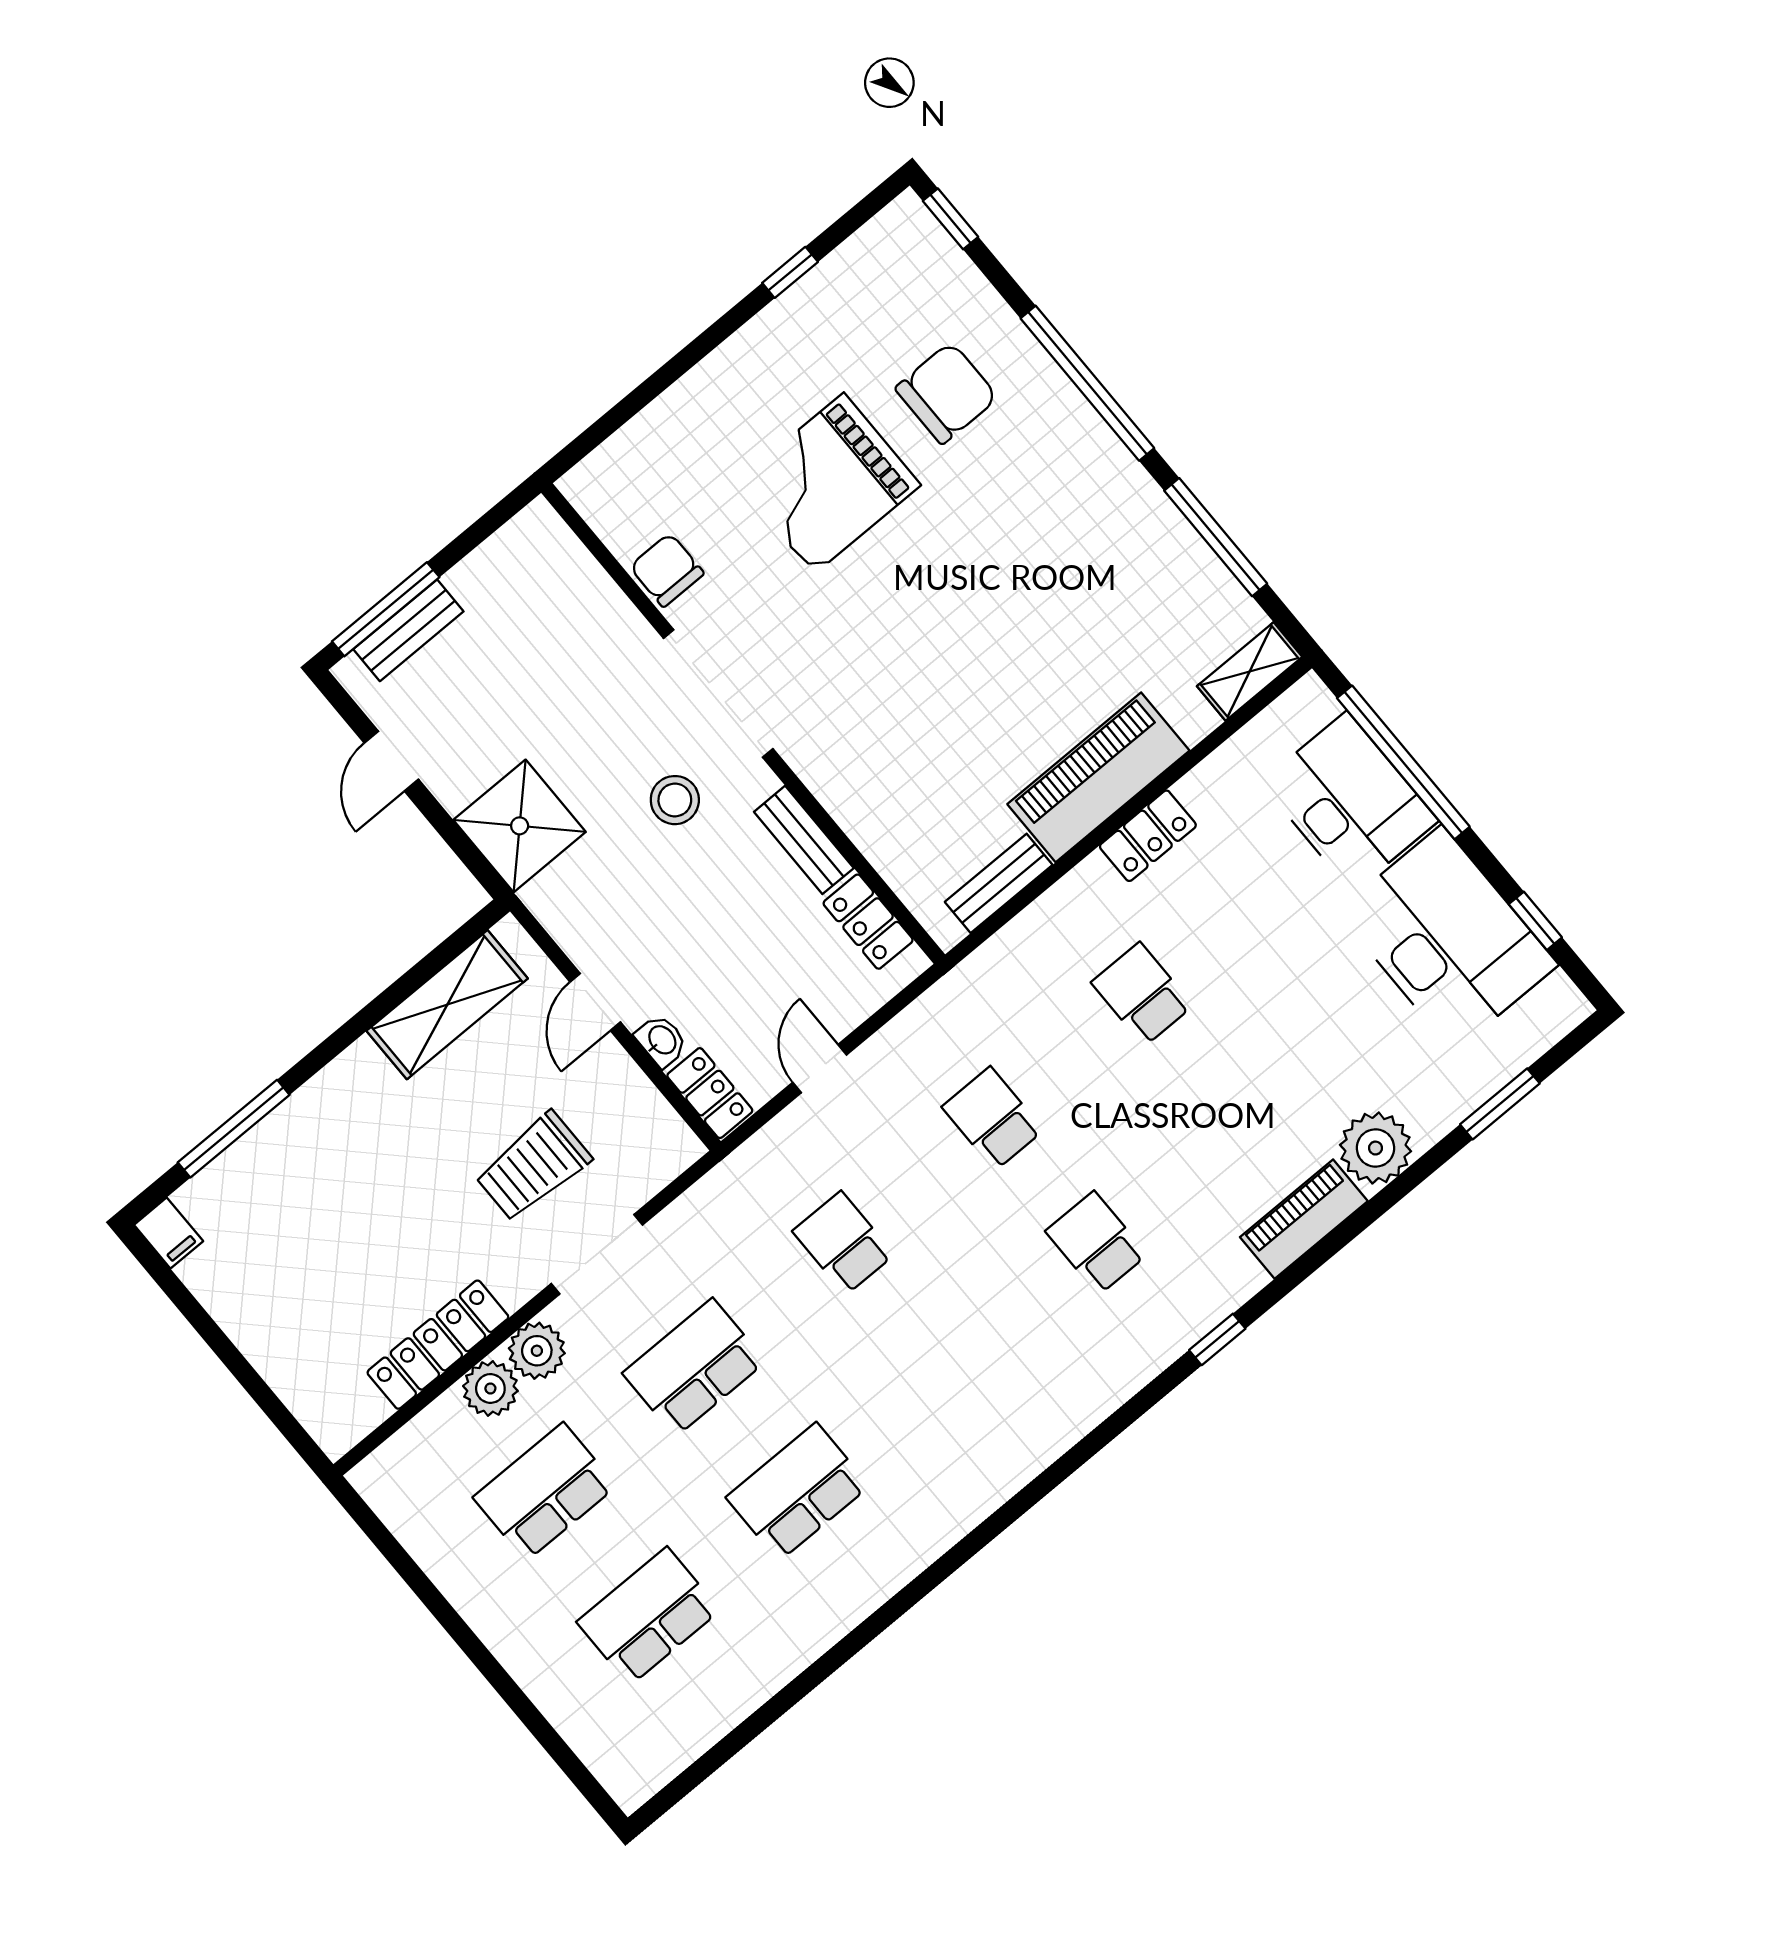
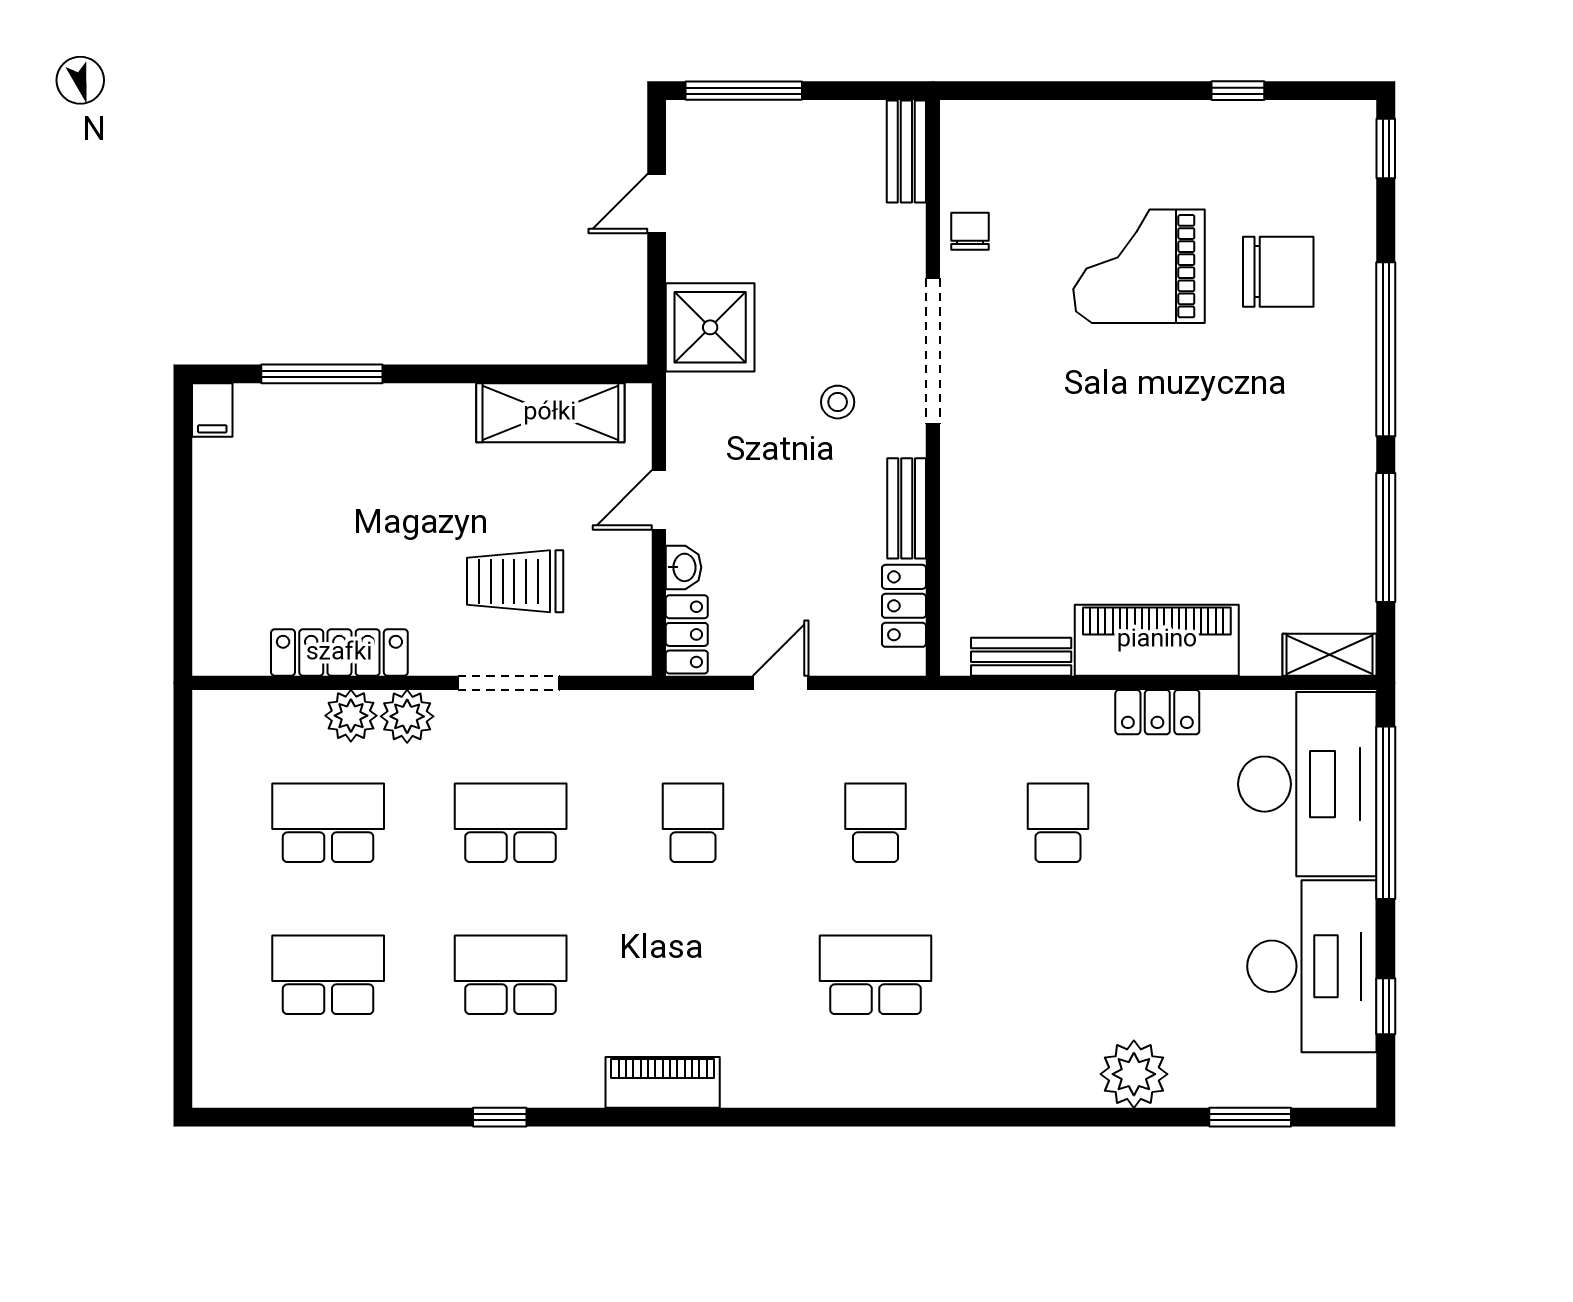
chair: (667, 570) -> (970, 231), width x0.73, depth x0.73
bench: (408, 630) -> (906, 151), moved, turned 90
stool: (675, 800) -> (838, 402), width x0.73, depth x0.73
desk: (1350, 802) -> (1307, 784), width x1.36, depth x1.30
piano: (1304, 1219) -> (663, 1082), moved
school desk: (1096, 1243) -> (876, 975), width x1.85
window: (1217, 1339) -> (500, 1117), moved

